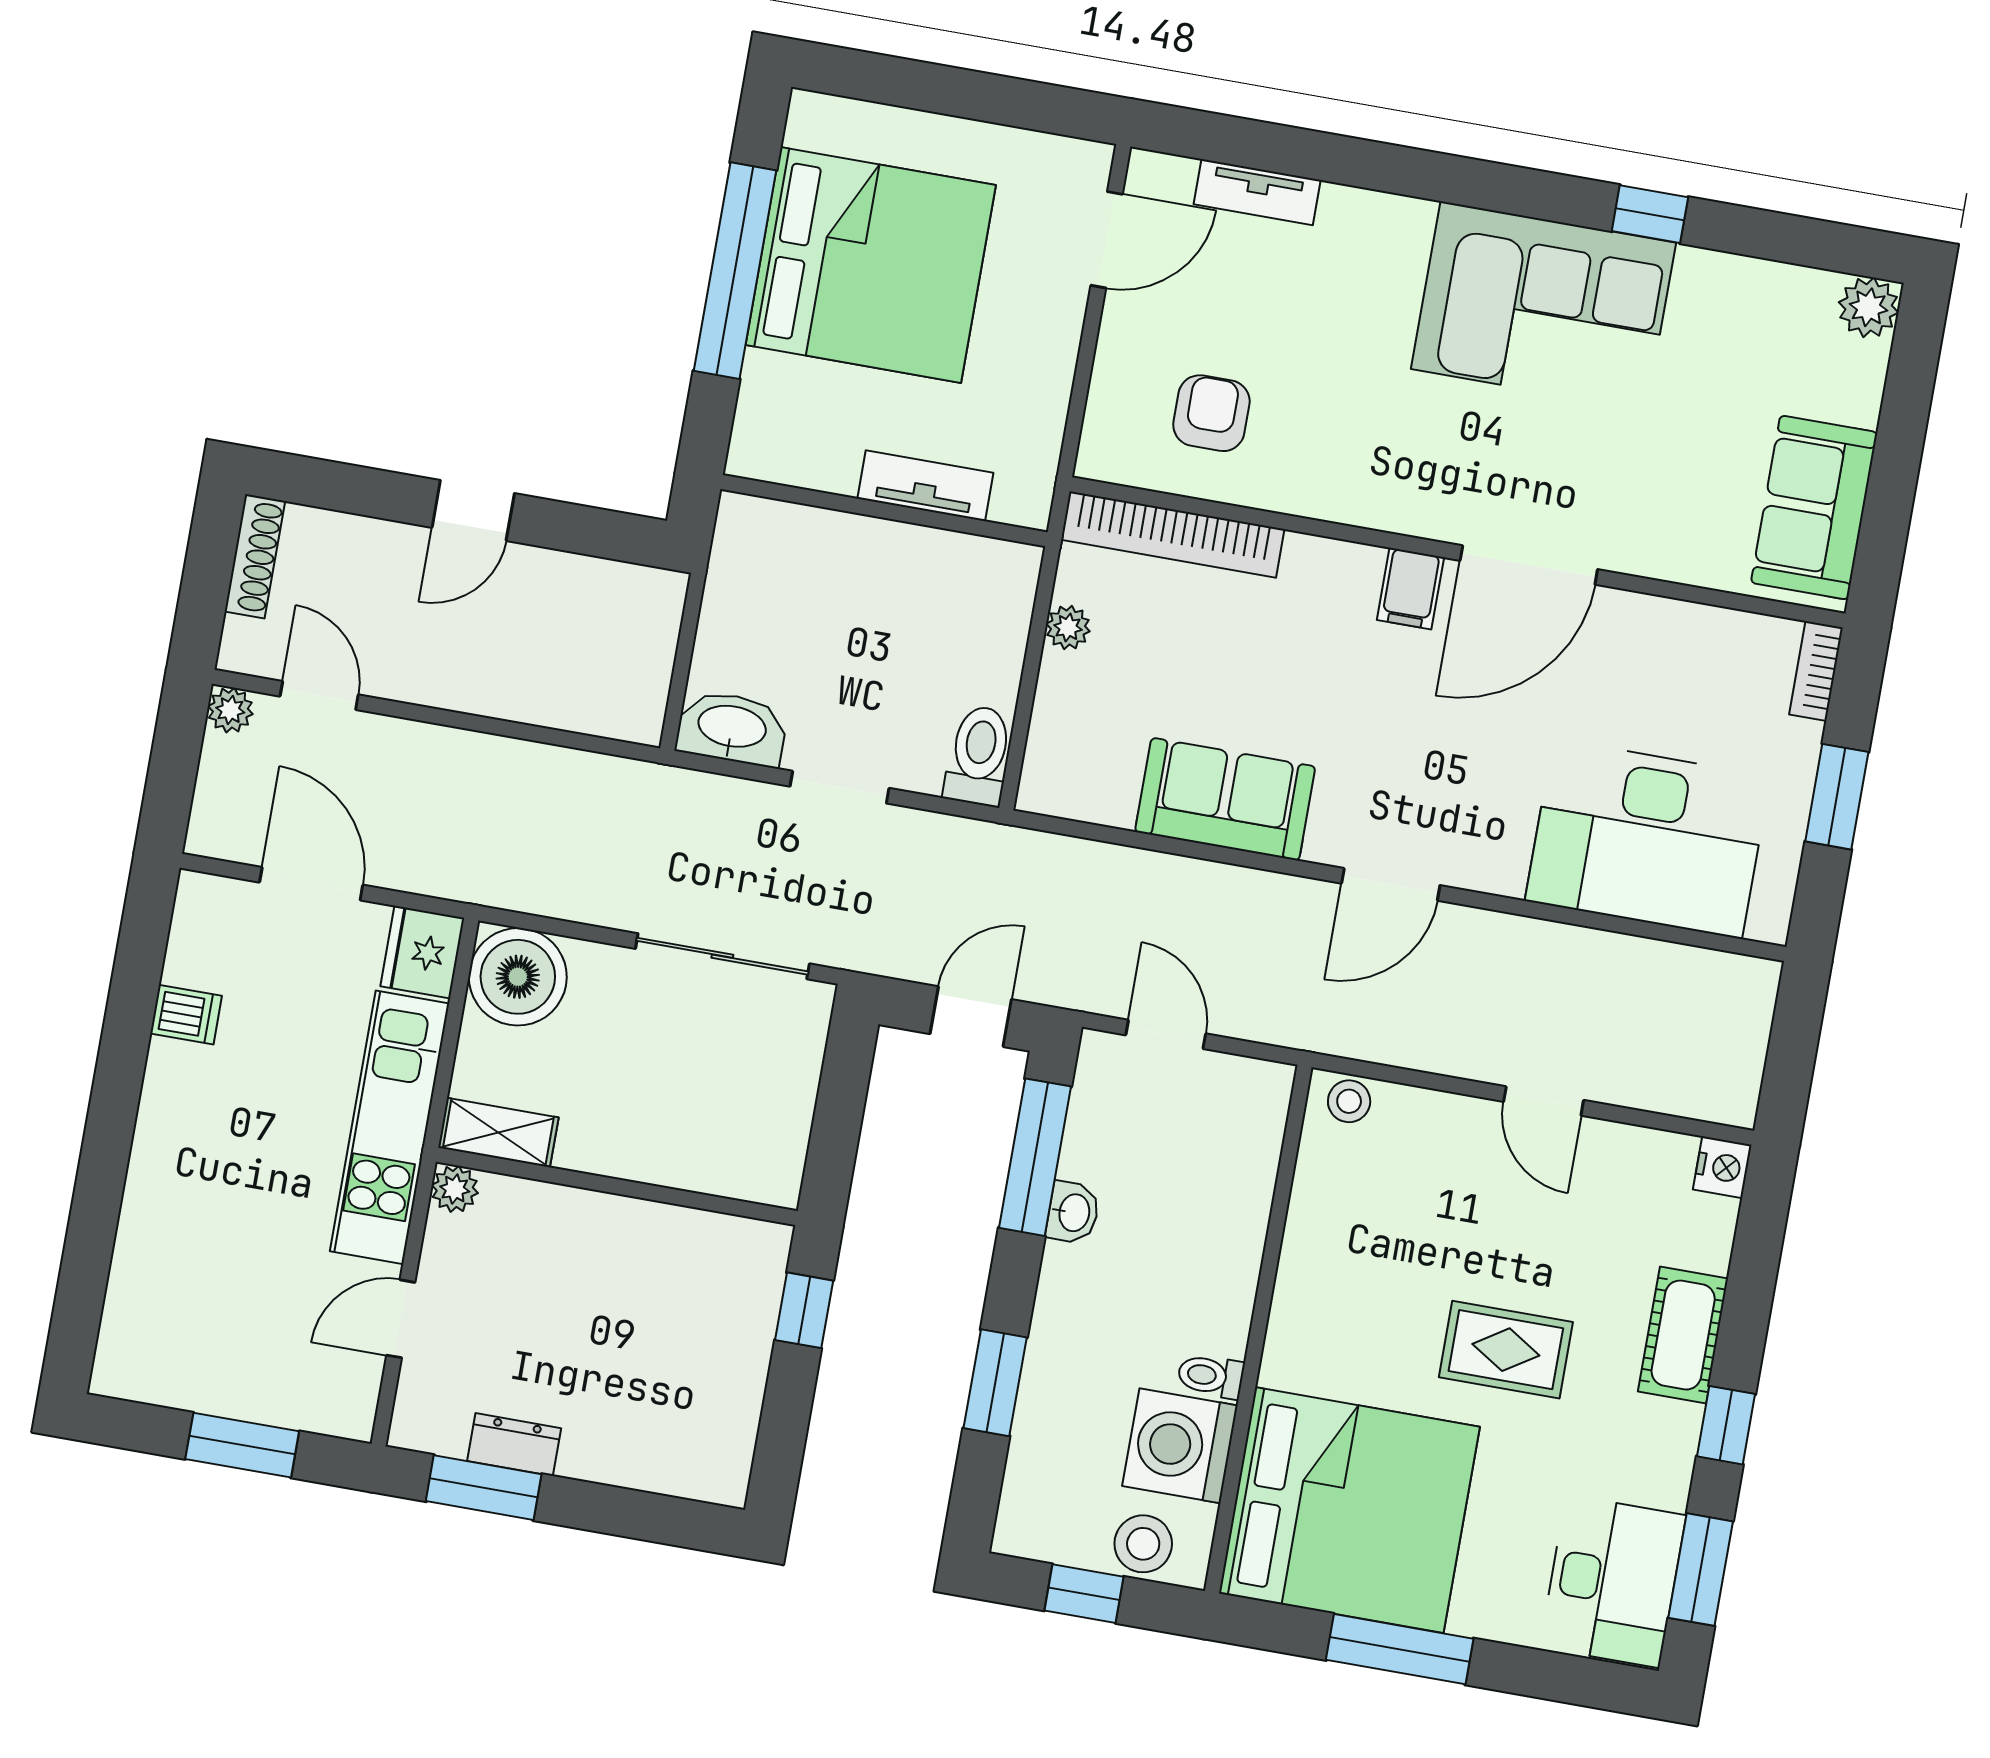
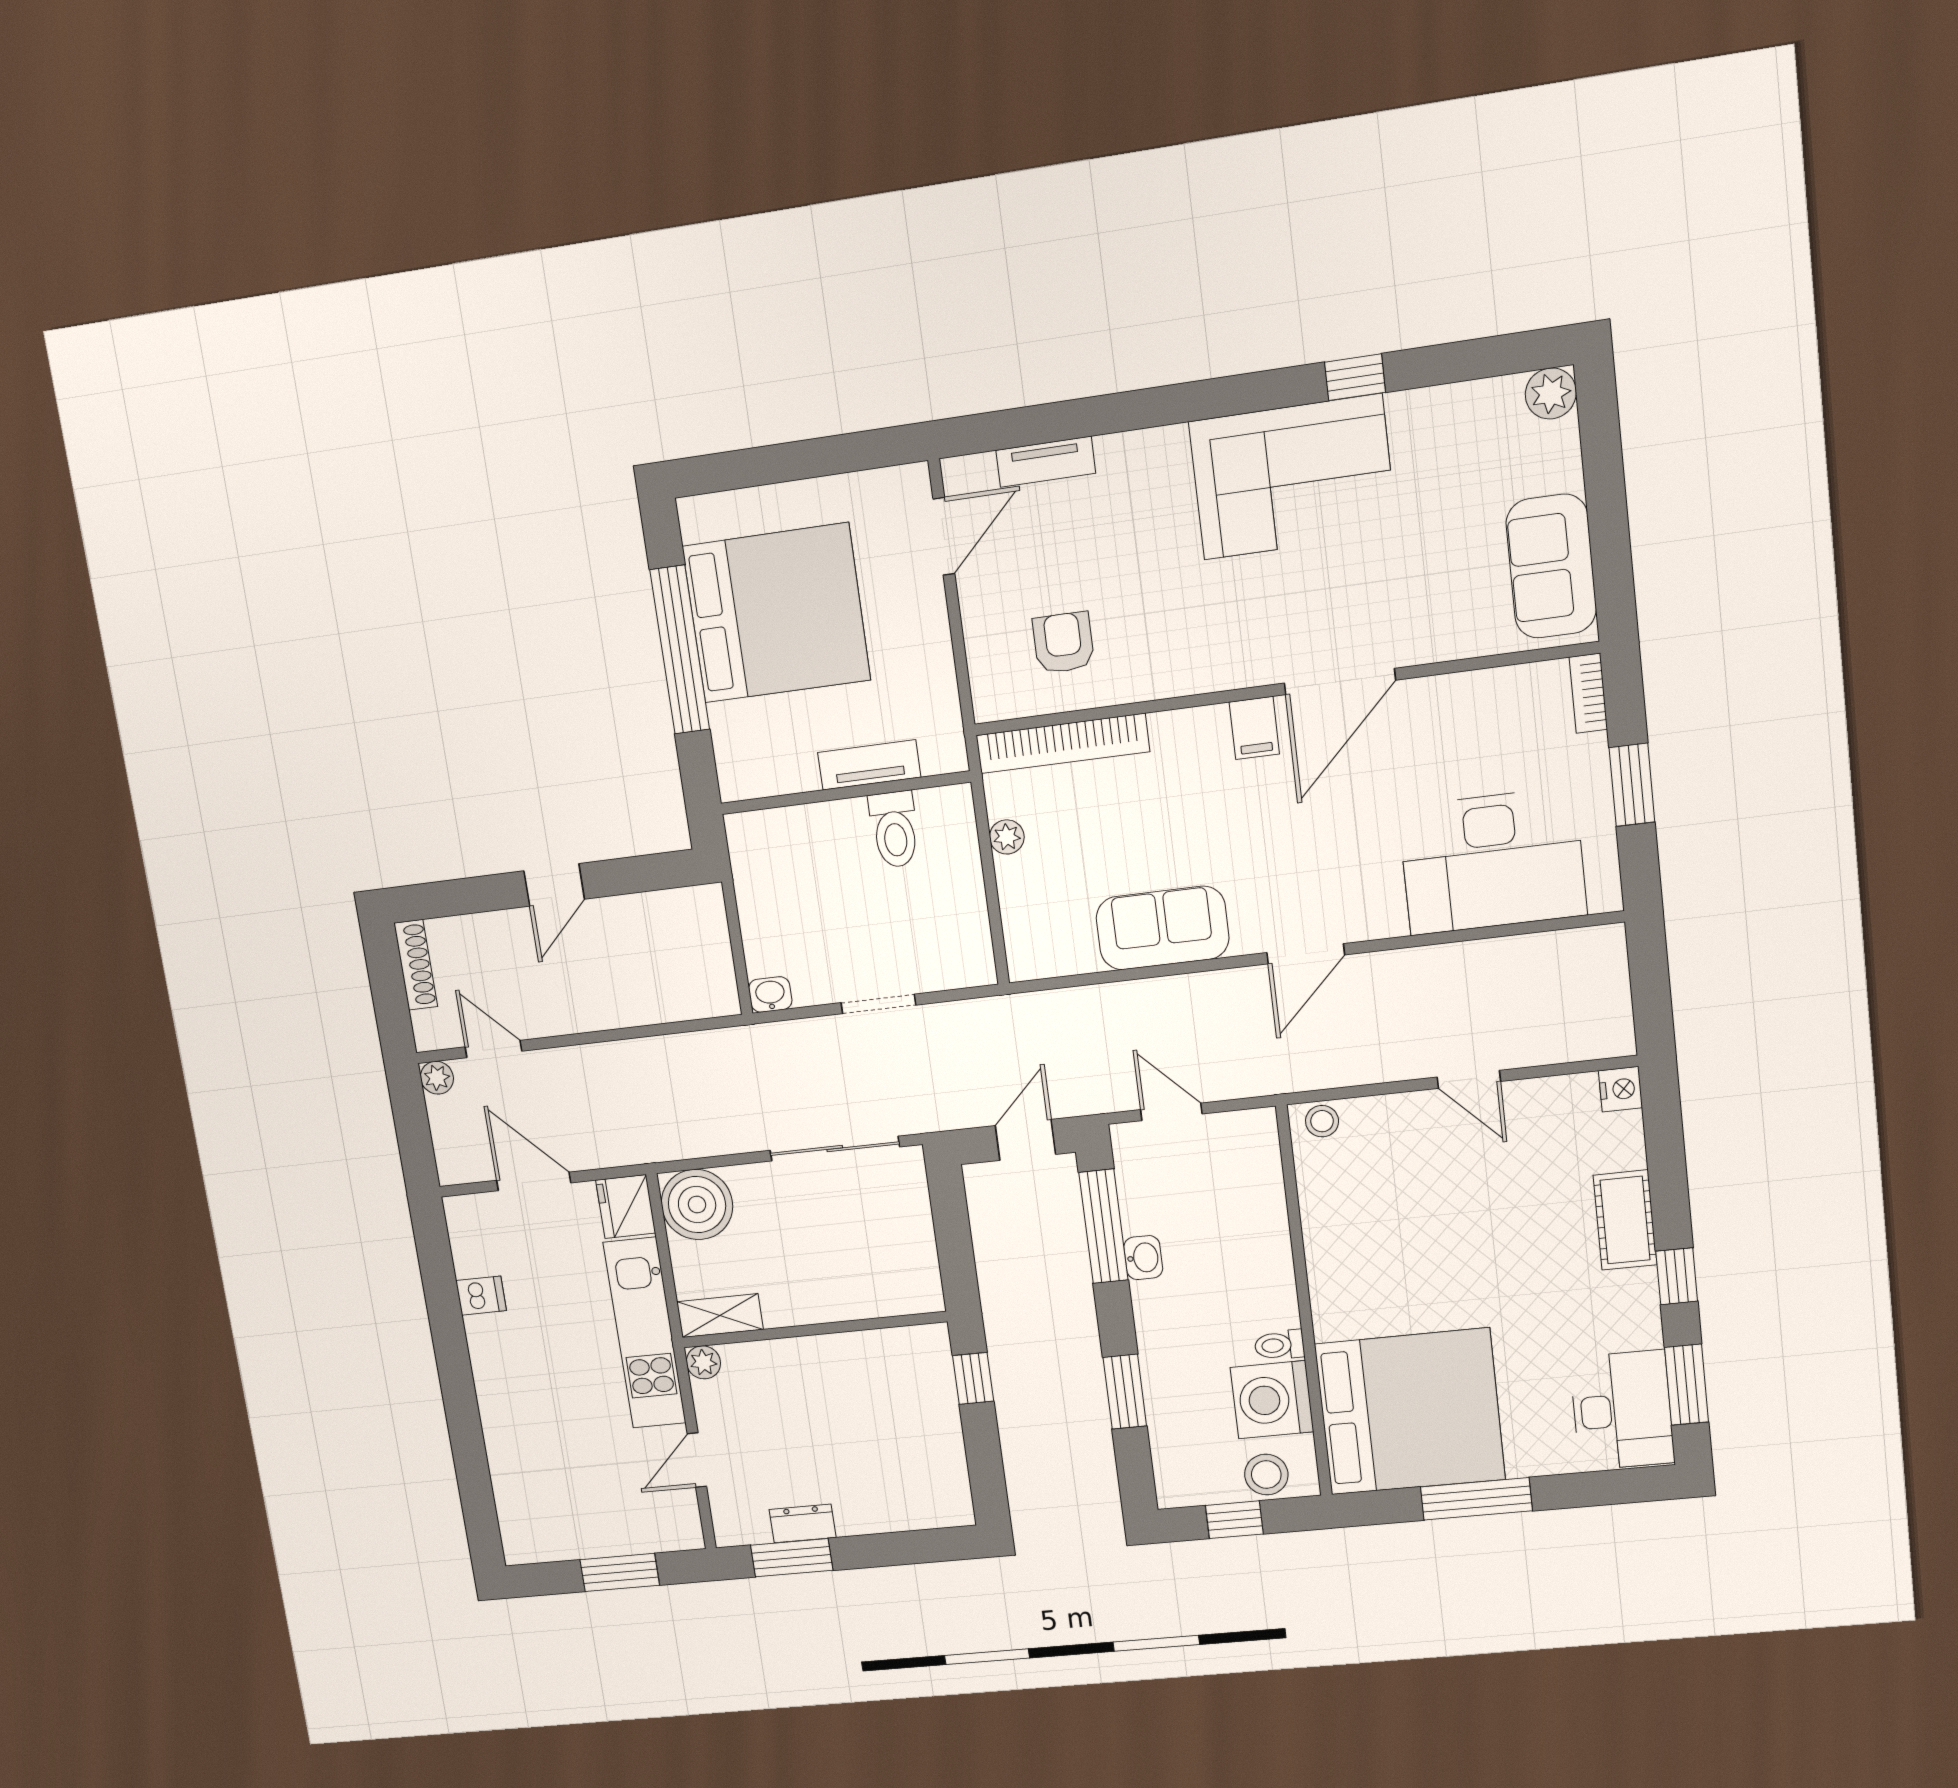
washbasin: (732, 728) -> (770, 994), width x0.52, depth x0.69
toilet: (979, 756) -> (894, 829), moved, turned 180
rug: (1506, 1350) -> (1493, 1267), removed

